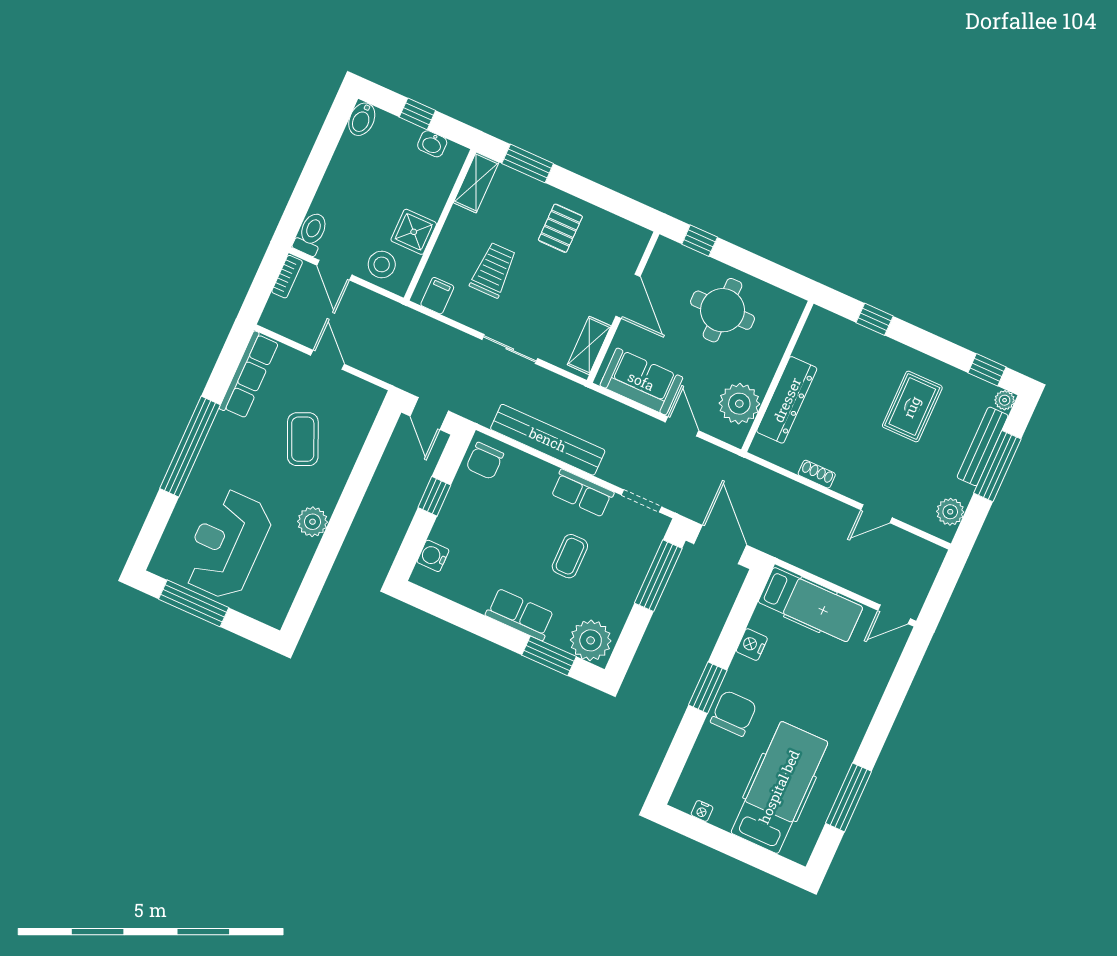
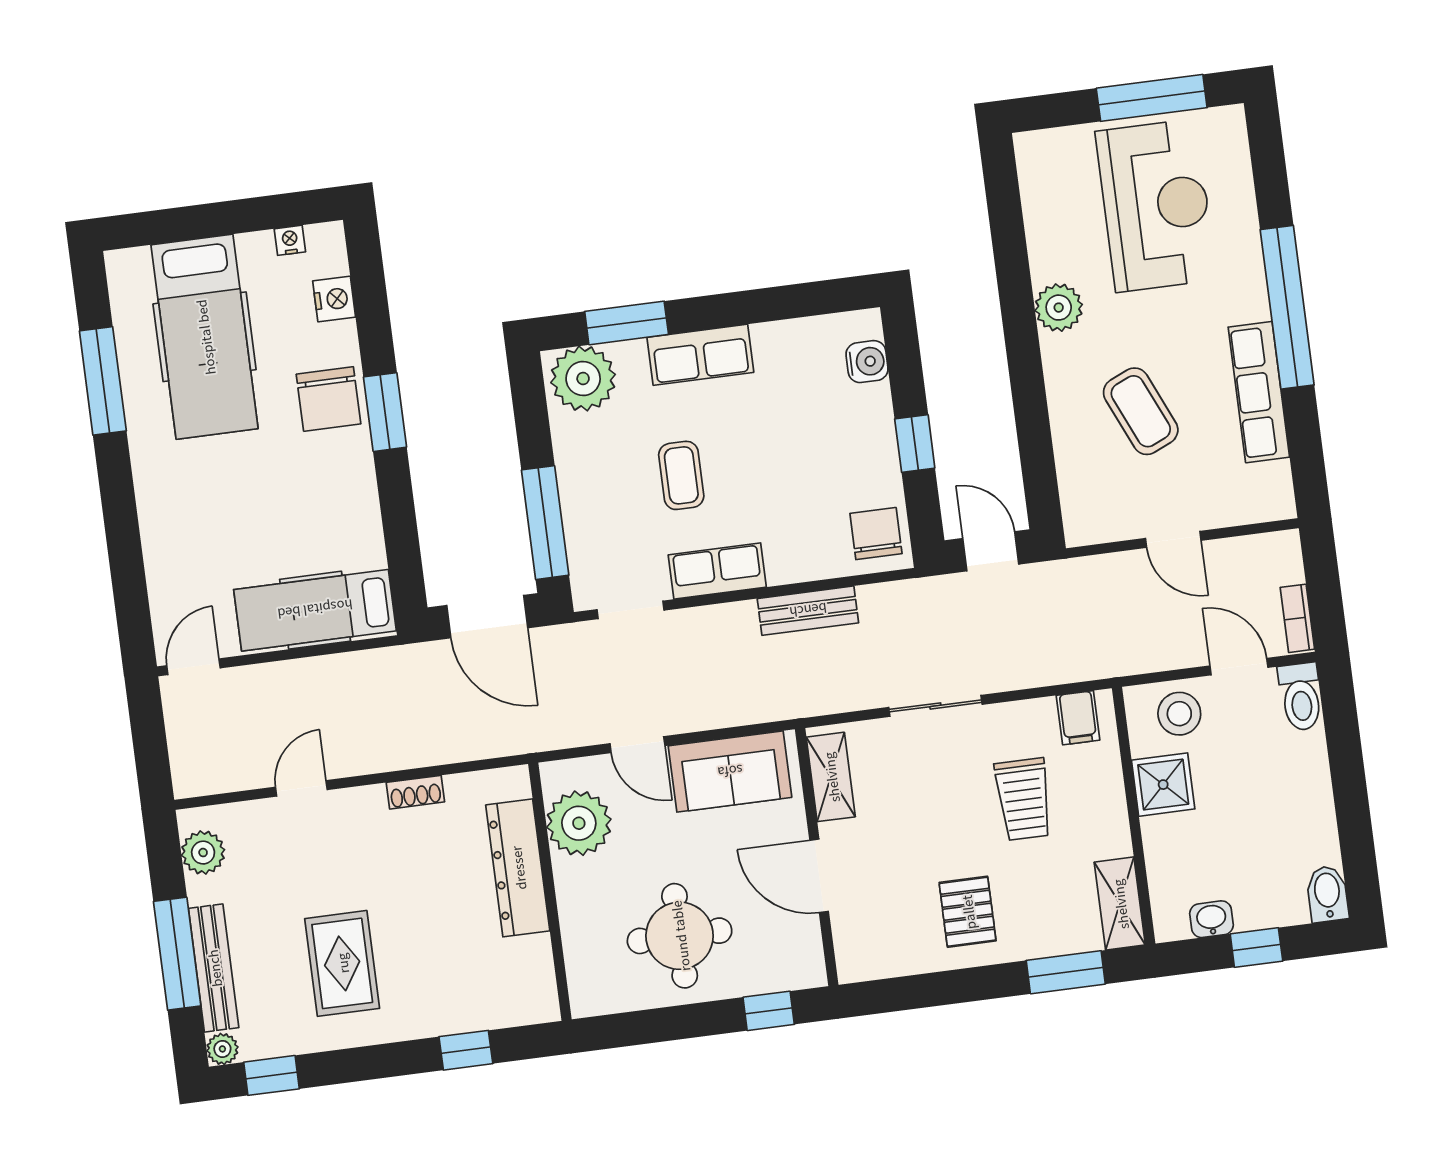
row of seats: (249, 375) -> (1259, 392), moved
bench: (548, 440) -> (808, 611), width x0.54, depth x0.82
nightstand: (752, 645) -> (334, 299), moved

